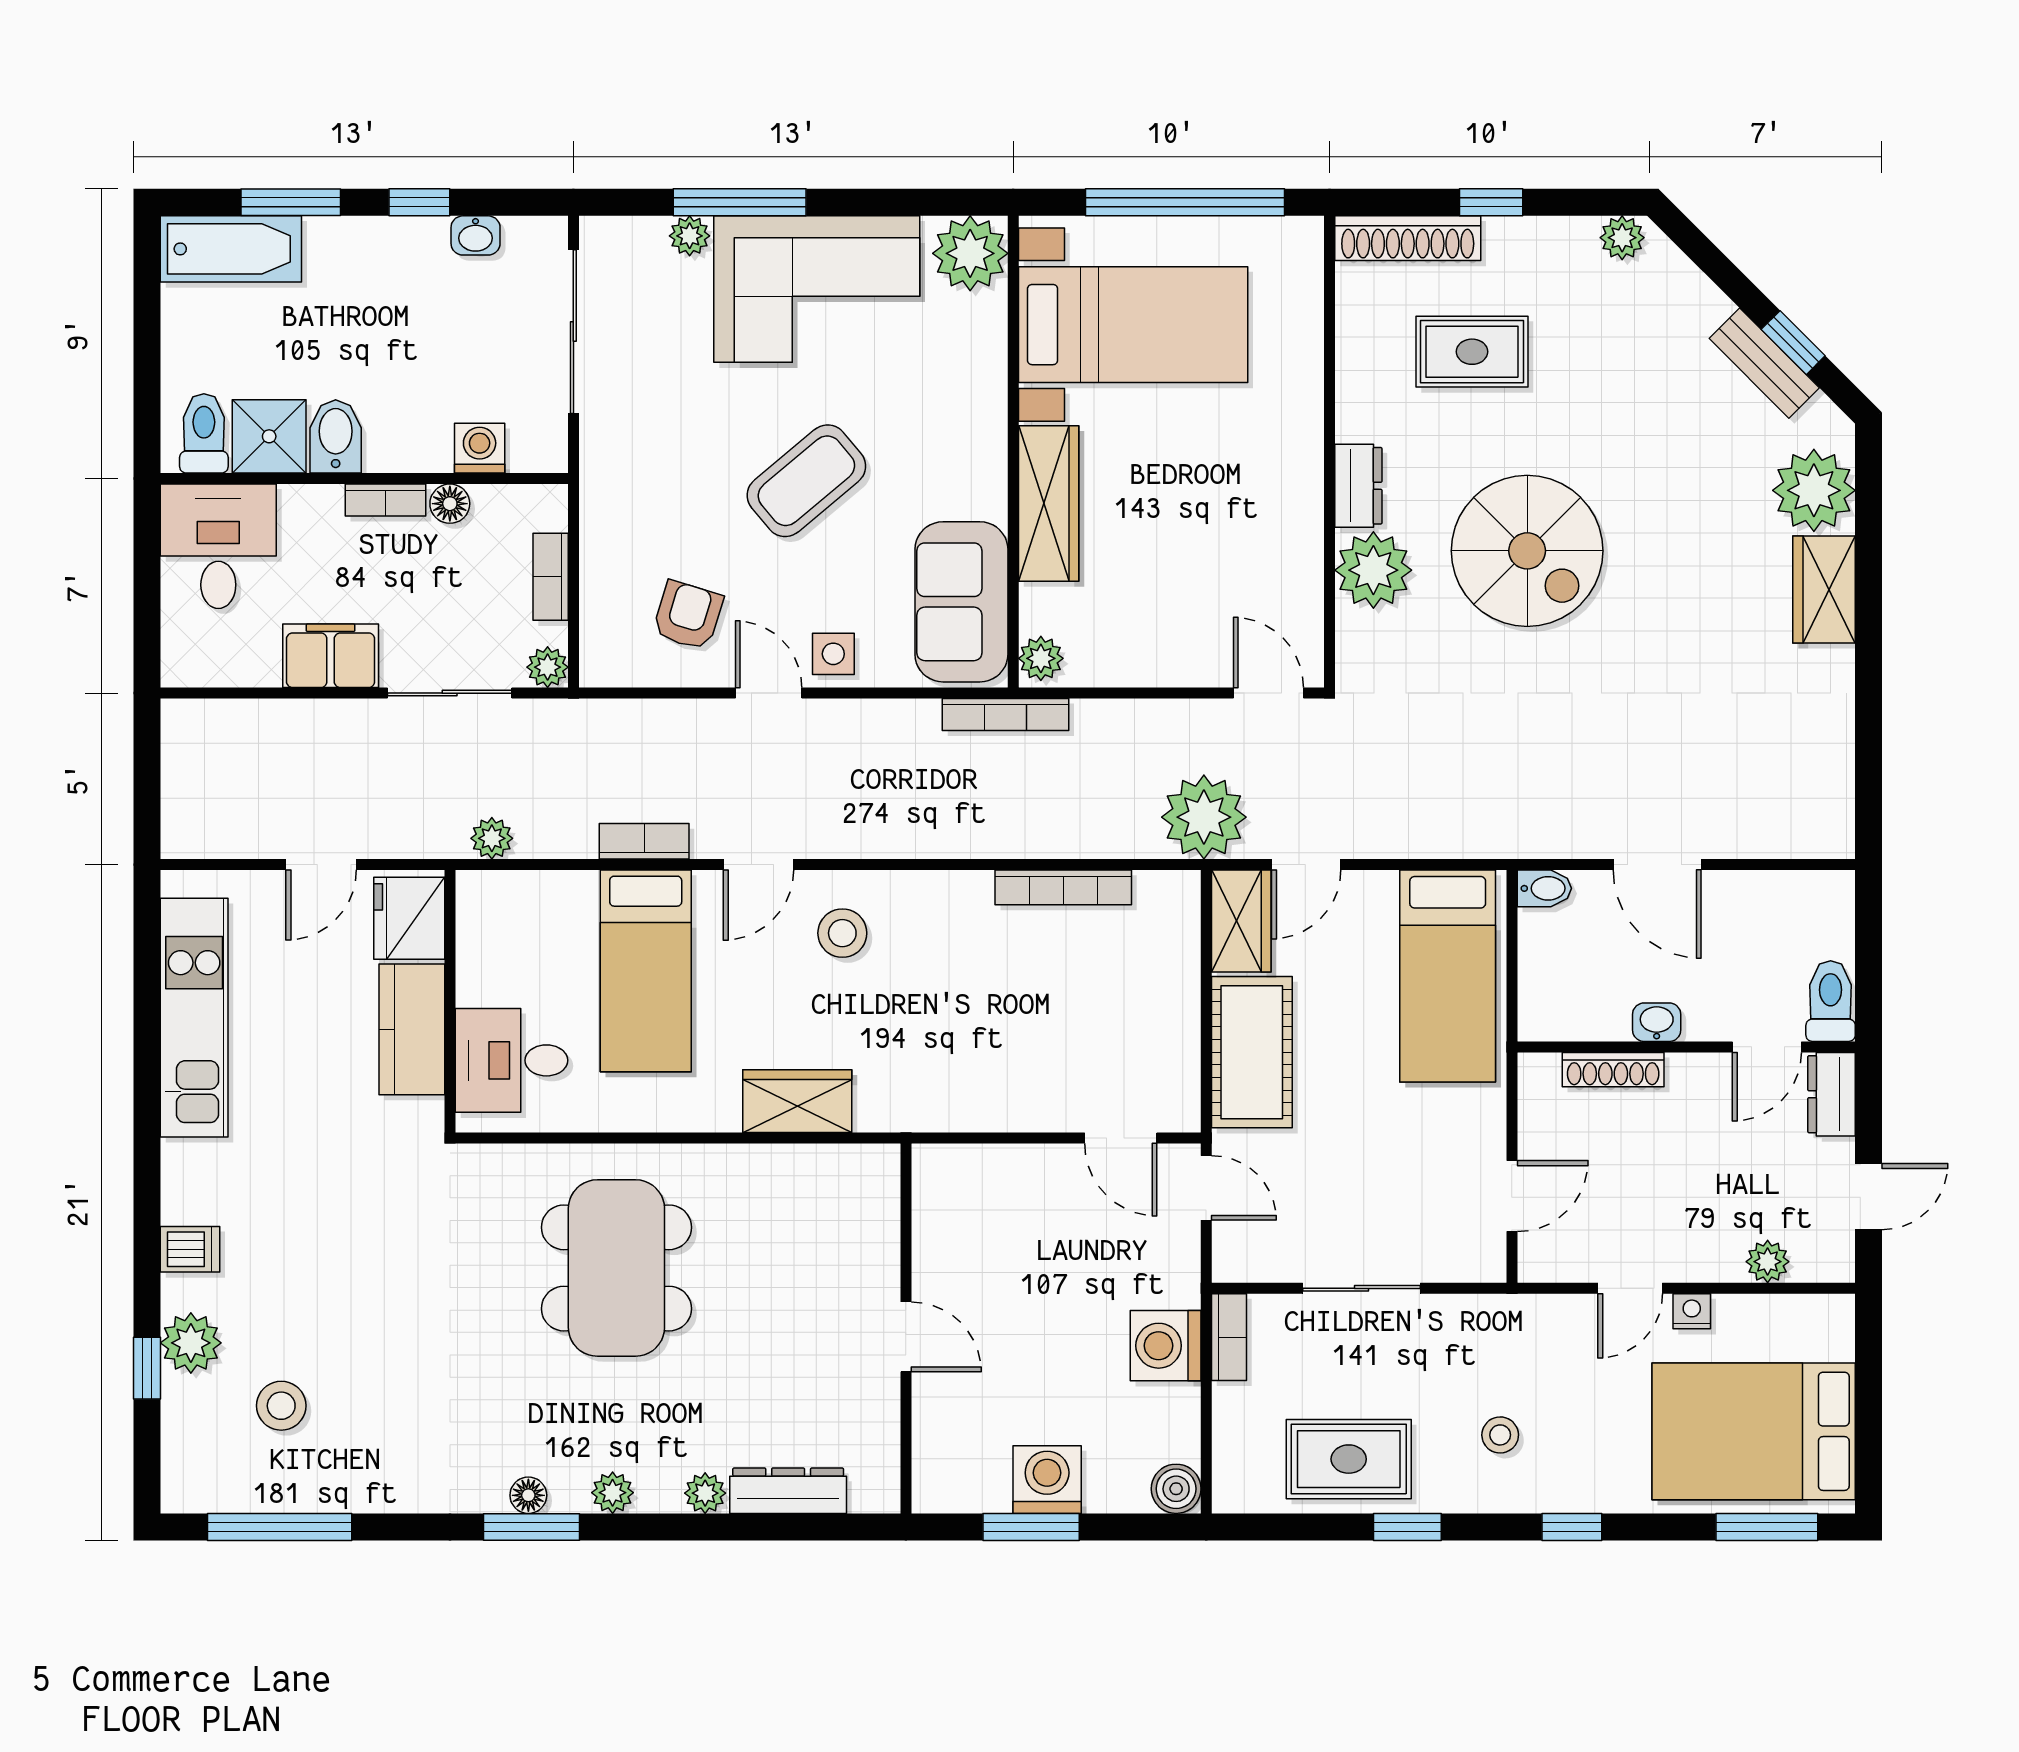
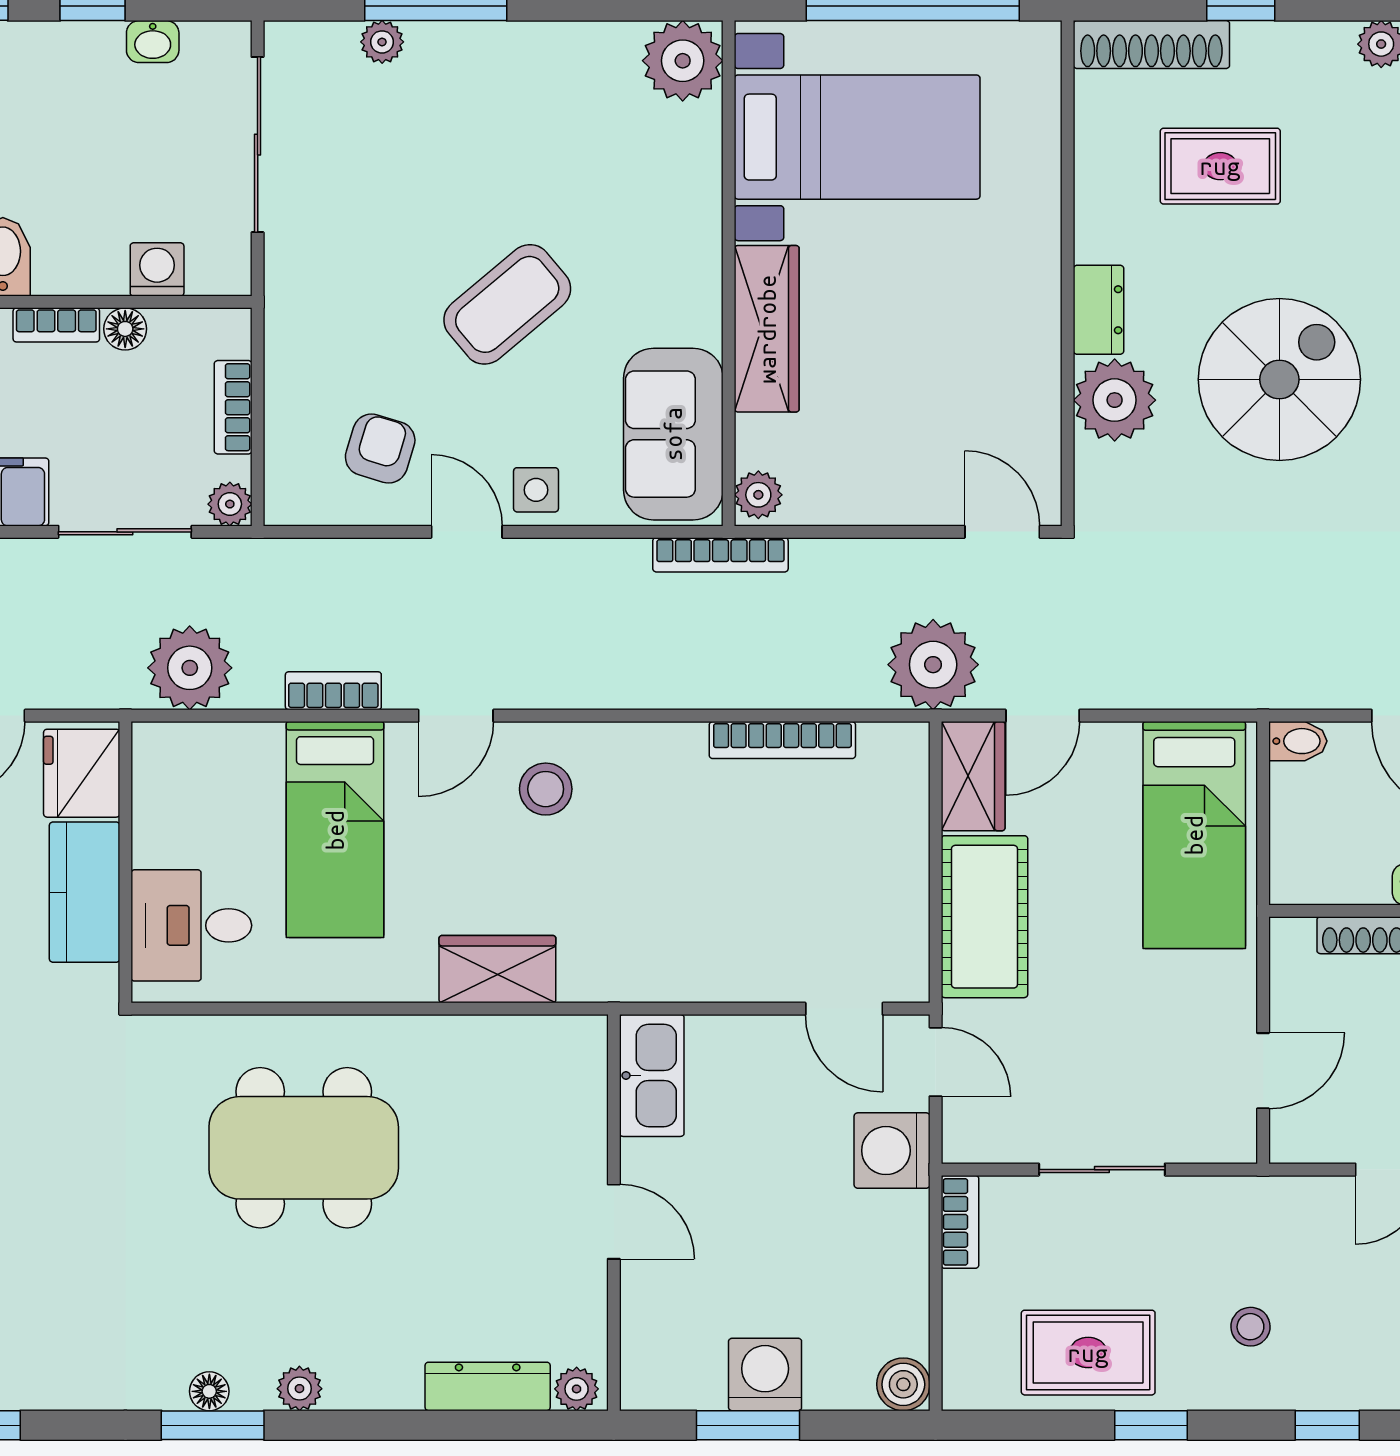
corner sofa: (817, 289) -> (518, 99), removed
spiral stairs: (1527, 551) -> (1279, 379), turned -90
plant: (492, 838) -> (190, 668), width x1.88, depth x1.88
kitchen sink: (941, 1200) -> (652, 1075), added
dining table: (616, 1268) -> (304, 1148), turned 90
washing machine: (1166, 1346) -> (892, 1151), moved
plant: (705, 1493) -> (577, 1389), moved

